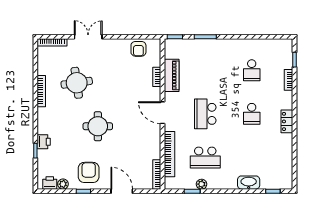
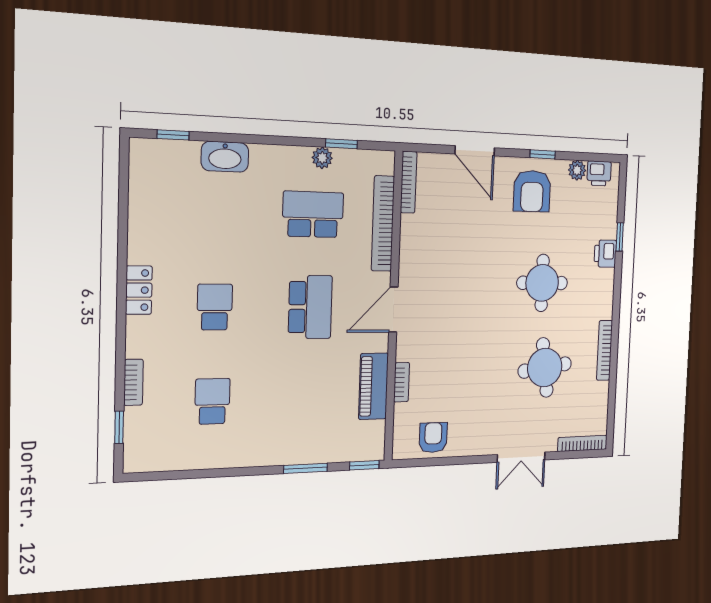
door: (162, 113) -> (393, 310), swing flipped
round table: (98, 126) -> (542, 283), moved

